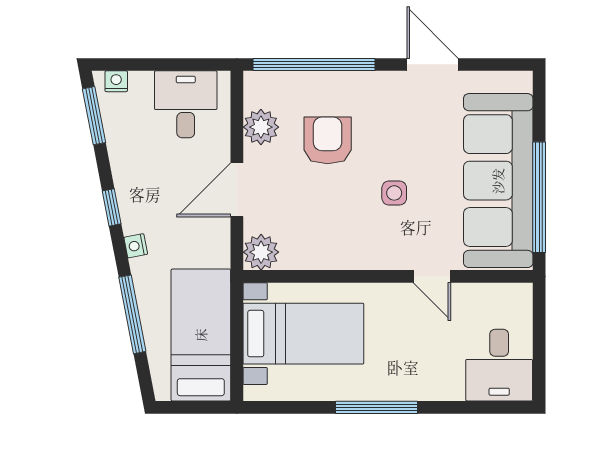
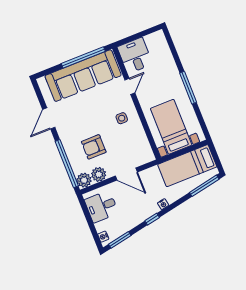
side table: (394, 193) -> (122, 118), moved
plant: (261, 252) -> (84, 180), moved
window: (132, 314) -> (204, 186), moved
desk: (499, 365) -> (135, 56), moved, turned -90

